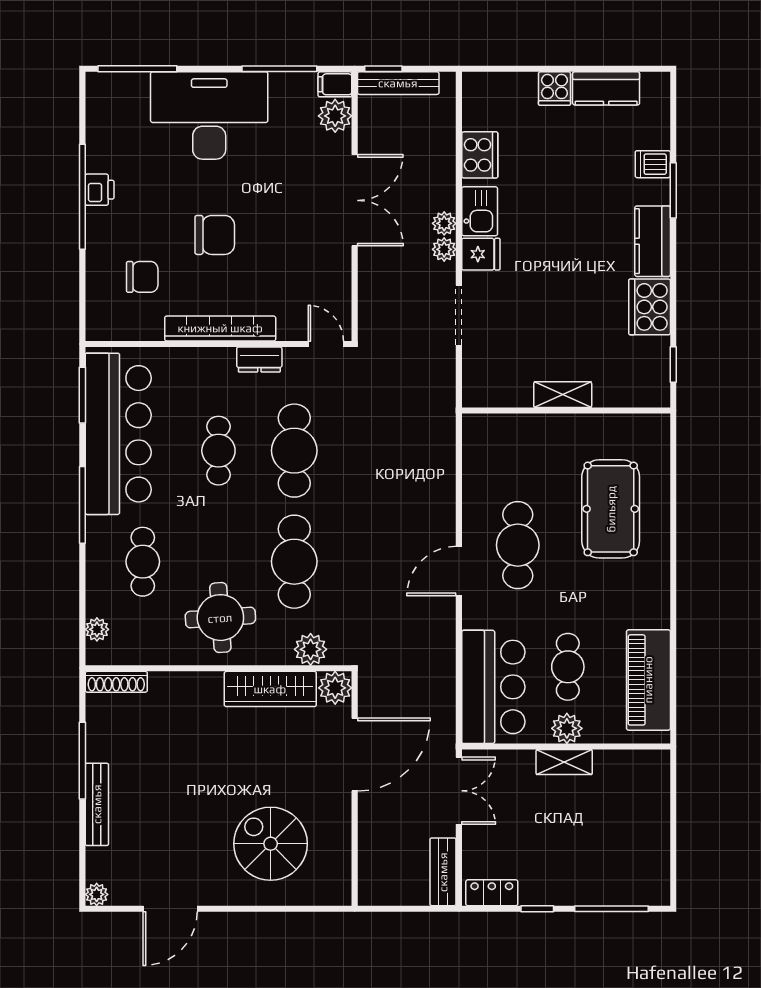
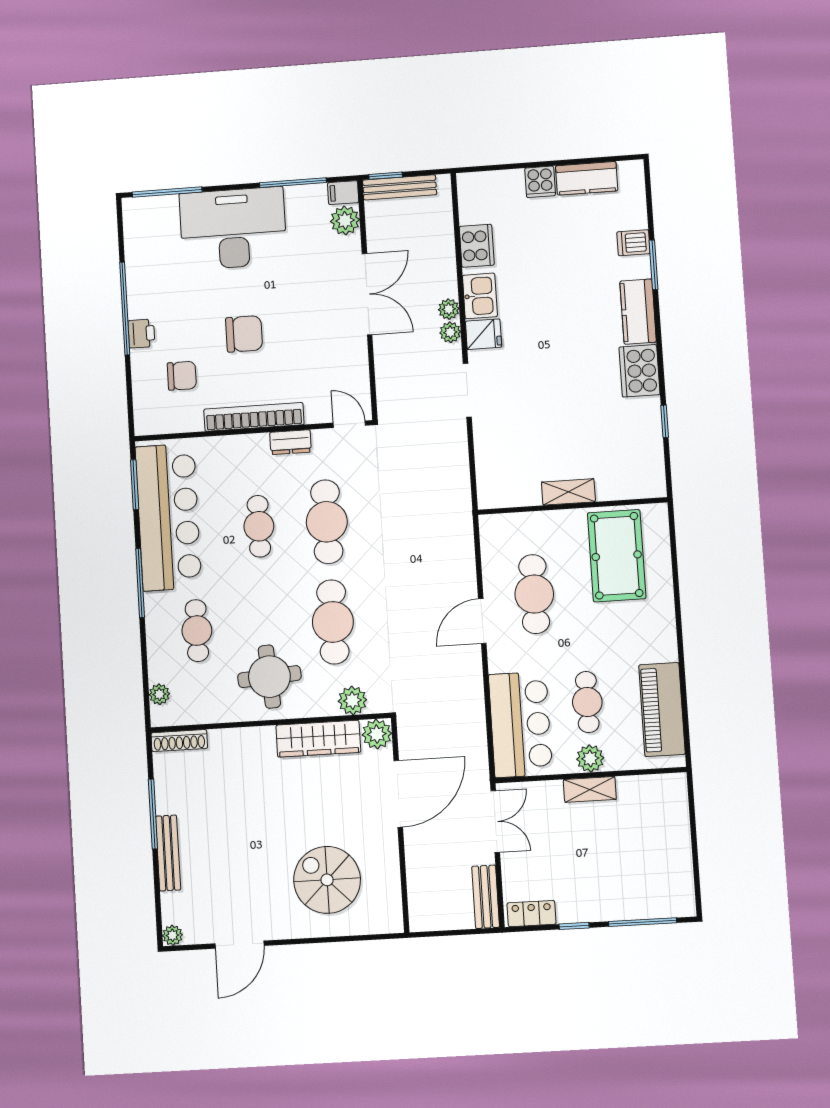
printer: (100, 190) -> (141, 334), moved
shelving: (563, 395) -> (568, 492), moved
wall: (566, 411) -> (572, 506), moved

